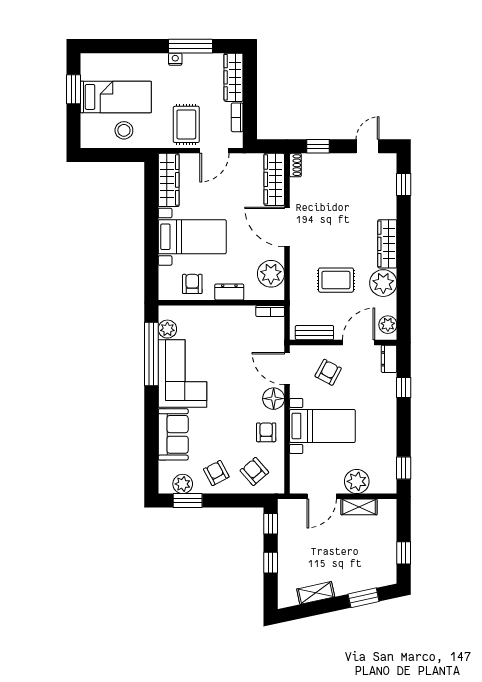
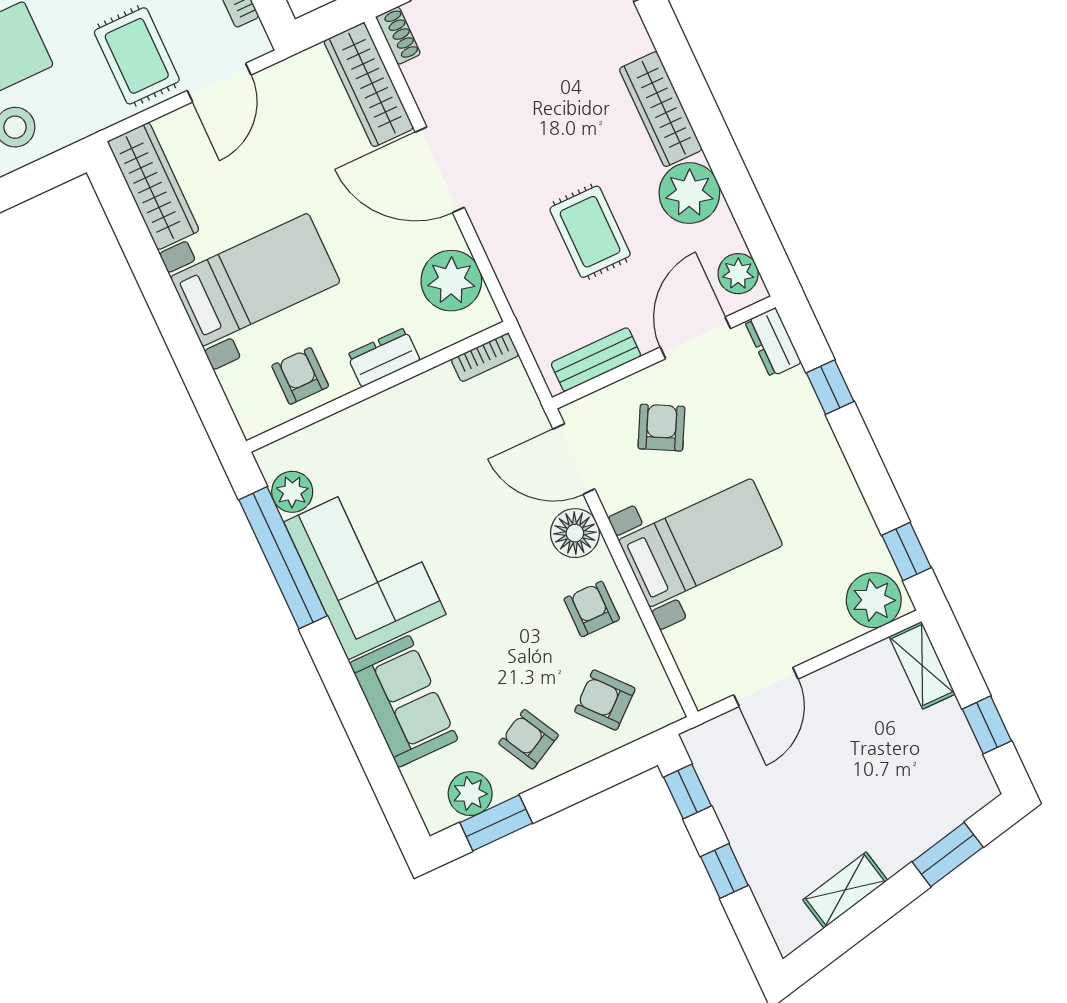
rug: (336, 280) -> (590, 232), turned 90
plant: (357, 481) -> (874, 600), moved
shelving: (359, 507) -> (922, 665), moved, turned 90

